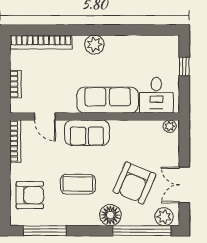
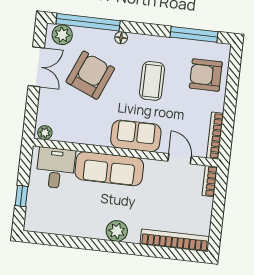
bookcase: (15, 84) -> (210, 181), moved
coffee table: (78, 184) -> (152, 81), turned 90
floor lamp: (110, 215) -> (121, 38), width x0.53, depth x0.53

